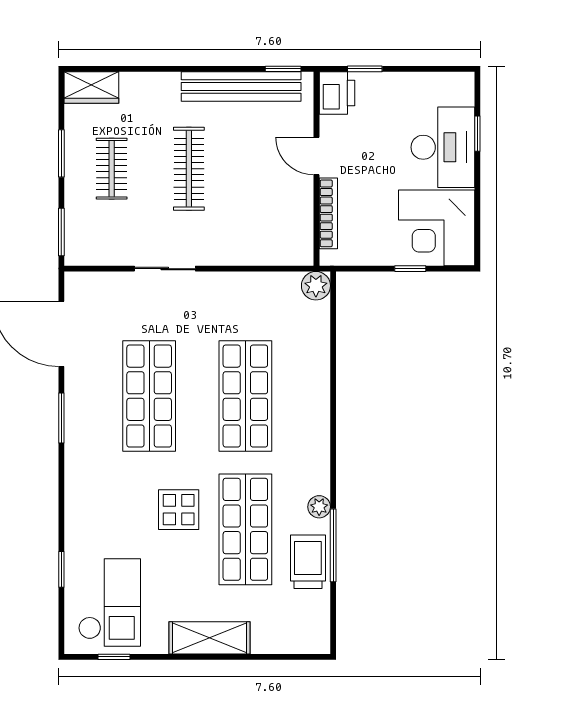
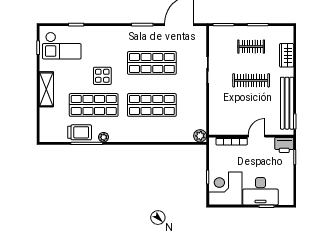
wardrobe: (91, 87) -> (287, 55), moved

